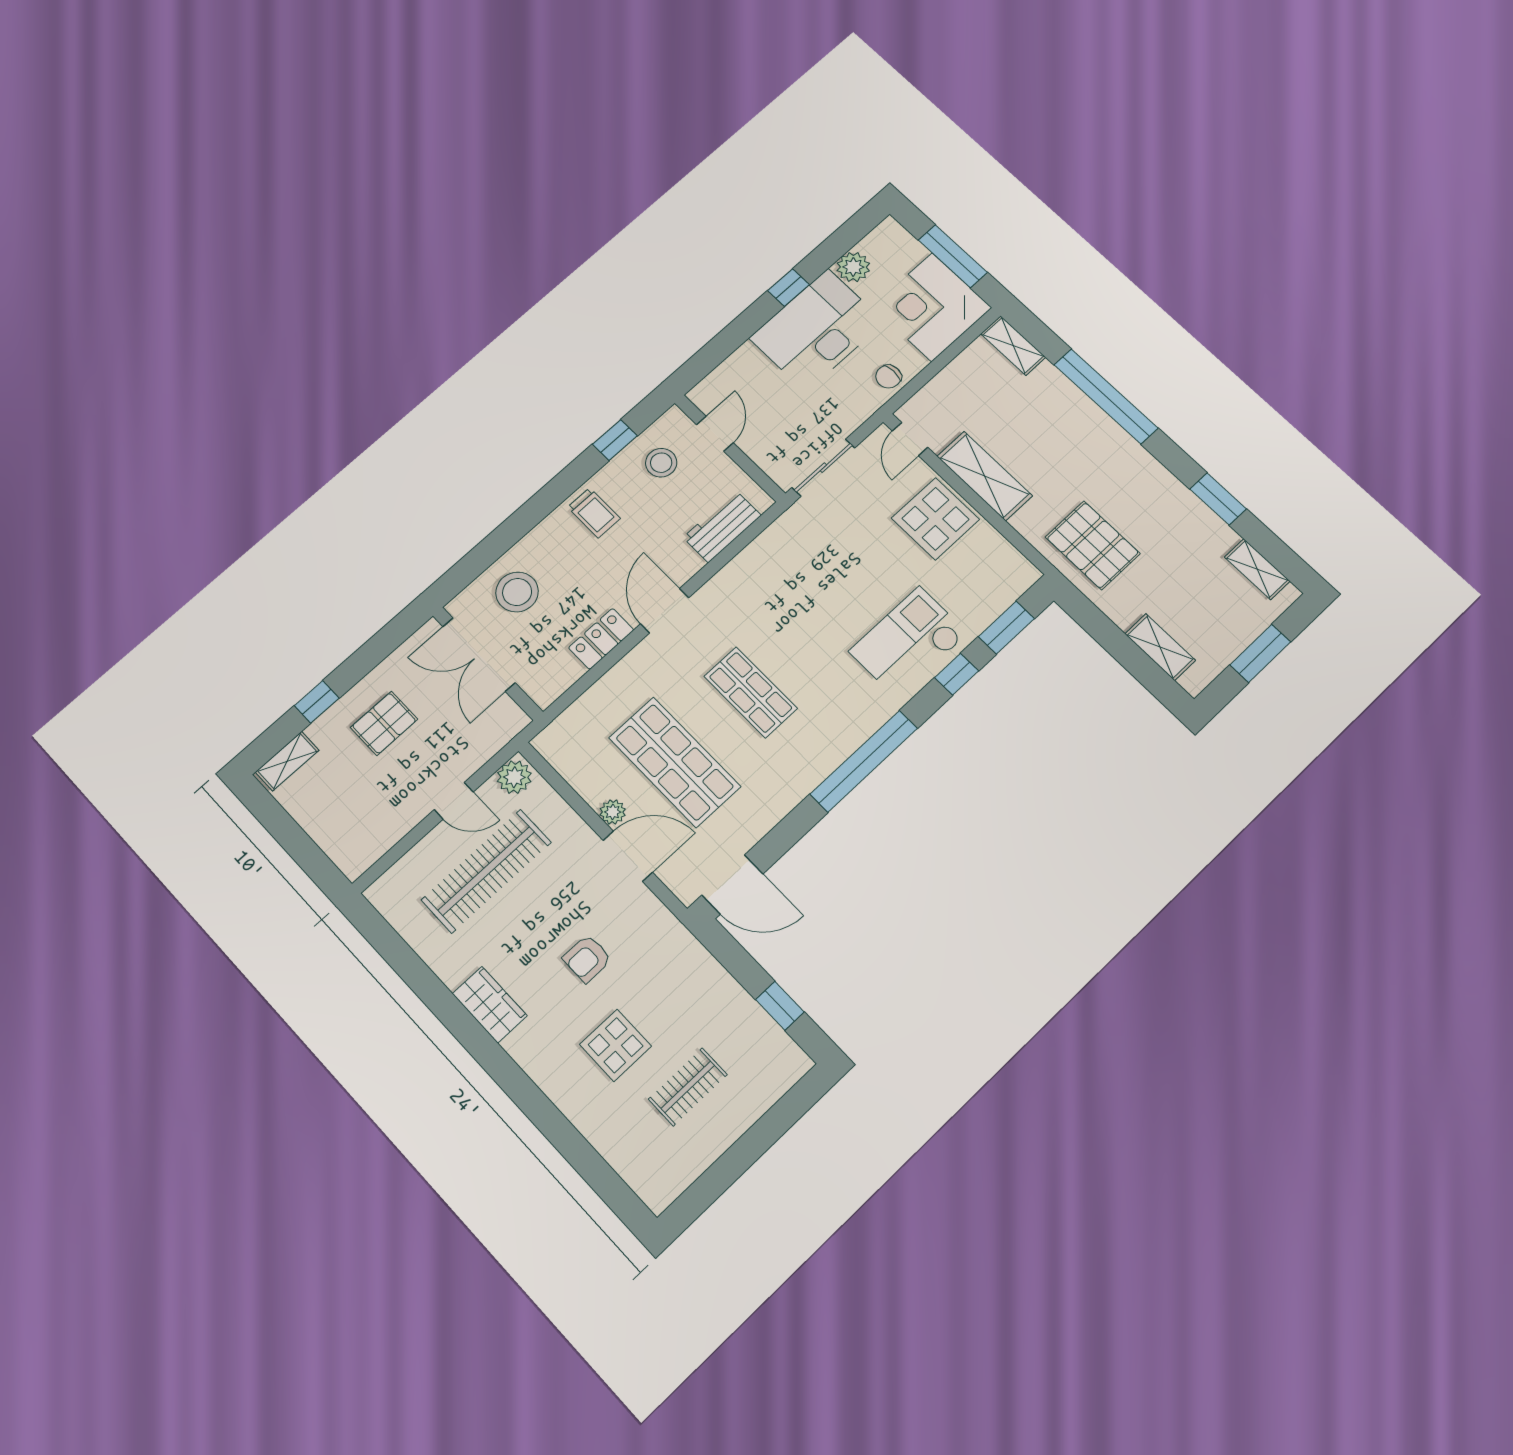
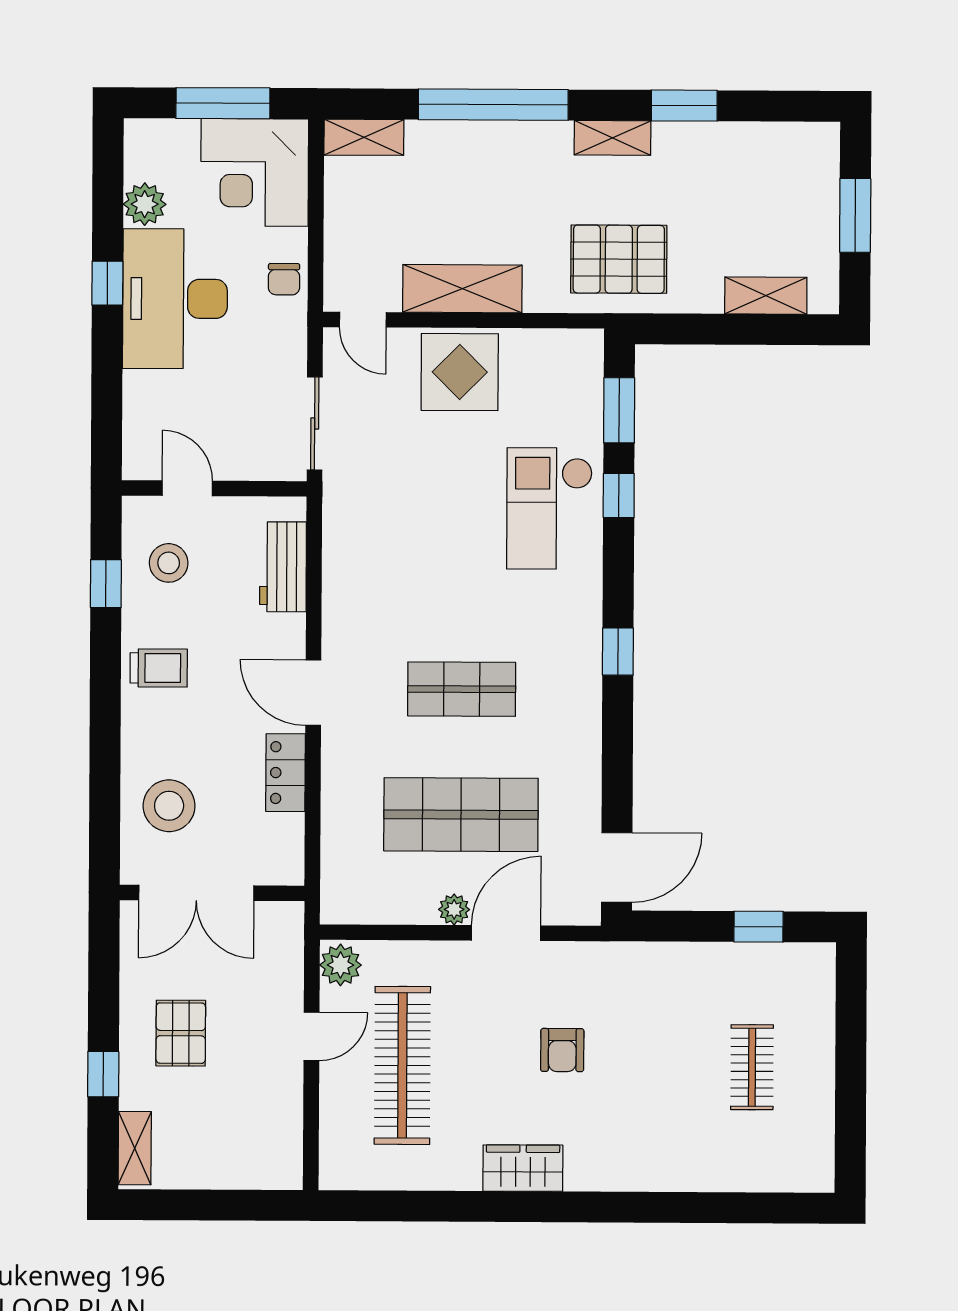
shelving: (1257, 569) -> (612, 138), moved
window: (864, 761) -> (618, 652), width x0.32
display table: (616, 1045) -> (659, 1095), removed

